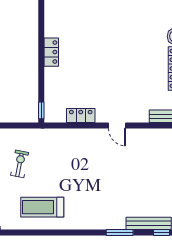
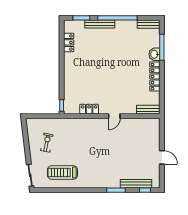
locker: (51, 52) -> (69, 42), moved
door: (117, 126) -> (114, 116), hinge flipped

